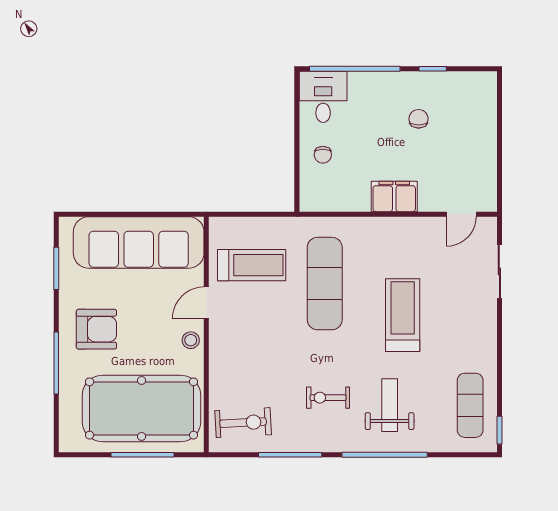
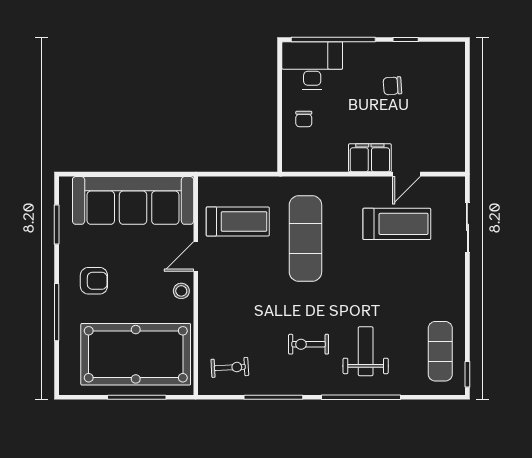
desk: (323, 97) -> (312, 65), width x1.37
chair: (419, 119) -> (392, 86), turned -94
door: (461, 214) -> (406, 174), moved
treadmill: (403, 315) -> (397, 224), moved, turned 90
armchair: (96, 329) -> (94, 281), width x0.72, depth x0.72
exercise bike: (243, 423) -> (230, 367), width x0.73, depth x0.72

